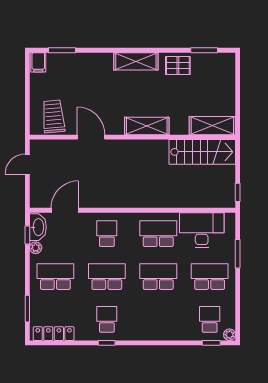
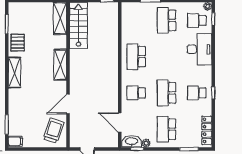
trolley: (53, 116) -> (54, 131), turned 114
desk: (202, 230) -> (199, 49), moved, turned 180
school desk: (158, 277) -> (167, 57), removed

